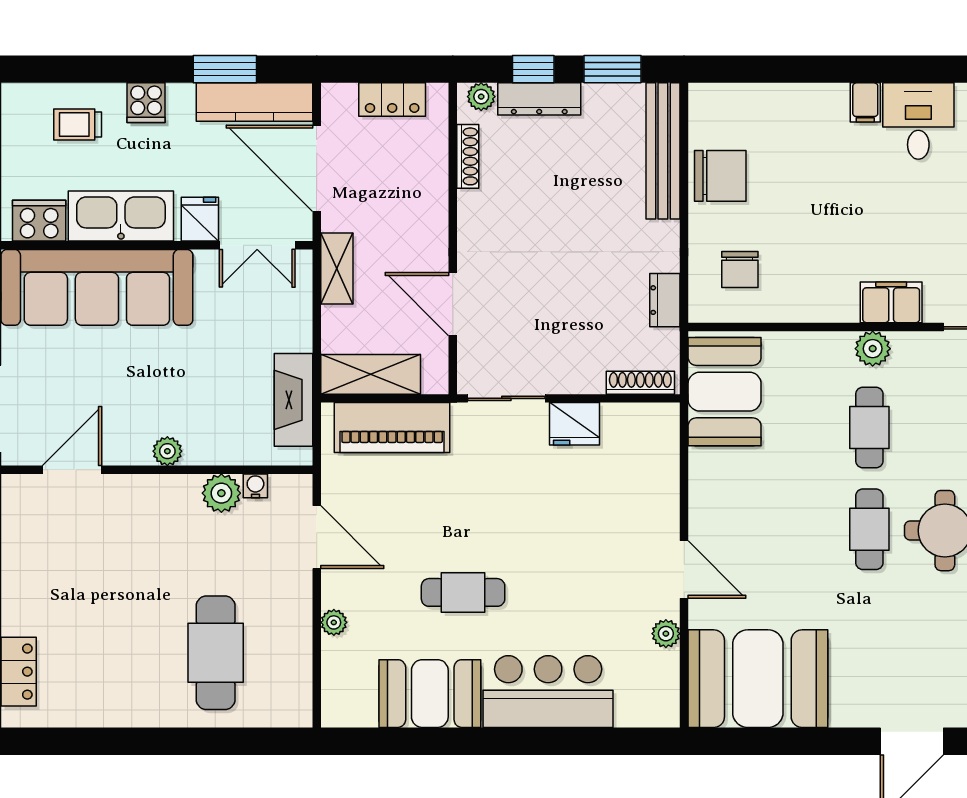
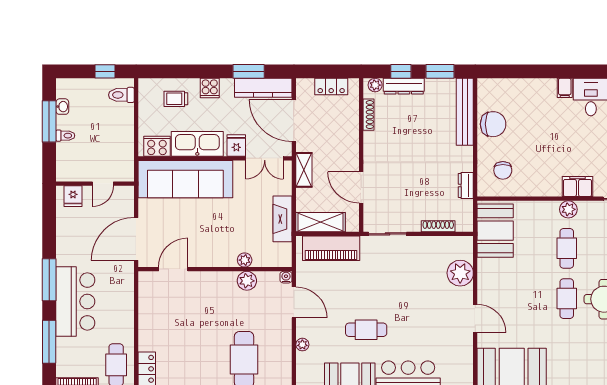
shoe rack: (640, 383) -> (438, 226), moved
fireplace: (293, 400) -> (282, 219), moved
fridge: (575, 424) -> (421, 247), removed
plant: (167, 451) -> (245, 260), moved
water cooler: (255, 486) -> (286, 277), moved
plant: (666, 634) -> (460, 273), moved, width x1.88, depth x1.88

